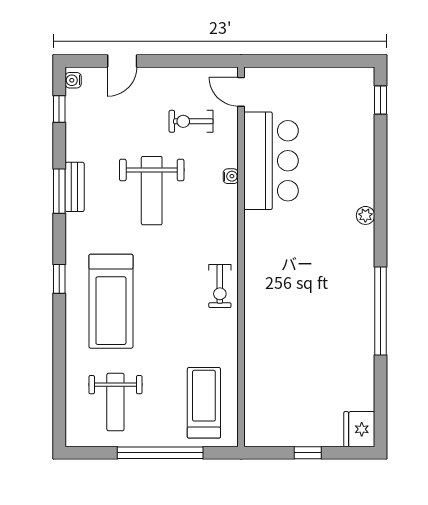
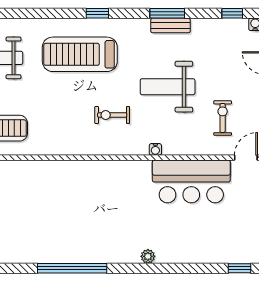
water cooler: (231, 176) -> (155, 149), moved
exercise bike: (220, 286) -> (112, 115), moved

